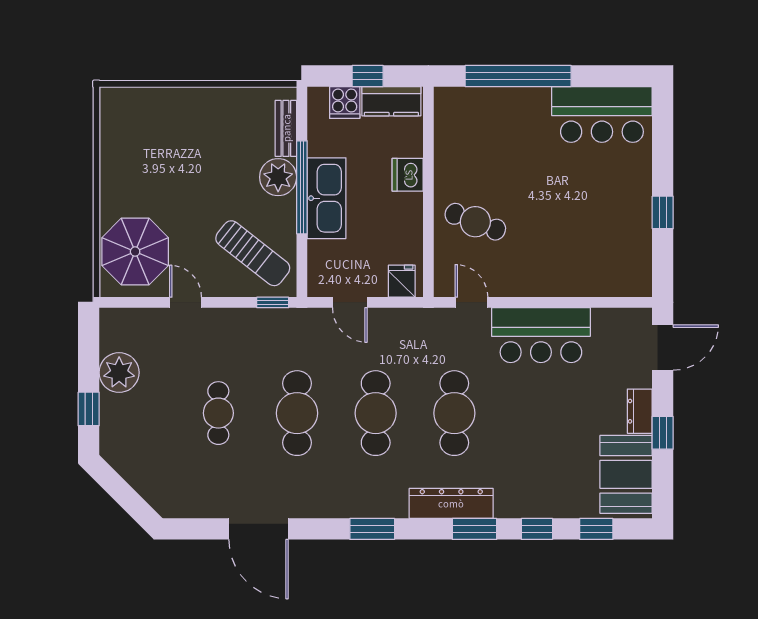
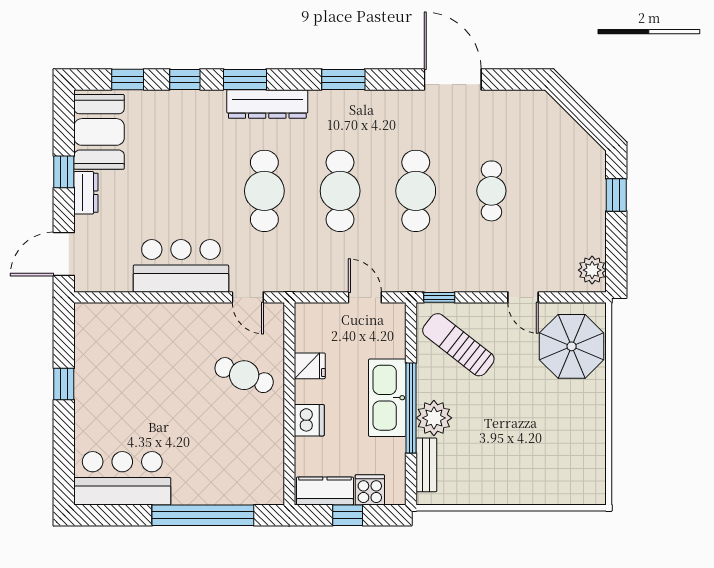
fridge: (402, 281) -> (310, 366), moved, turned -90
plant: (119, 373) -> (592, 270), moved, width x0.73, depth x0.73

